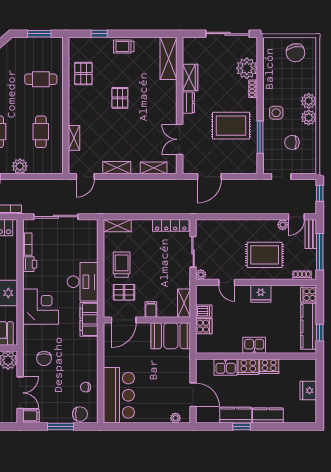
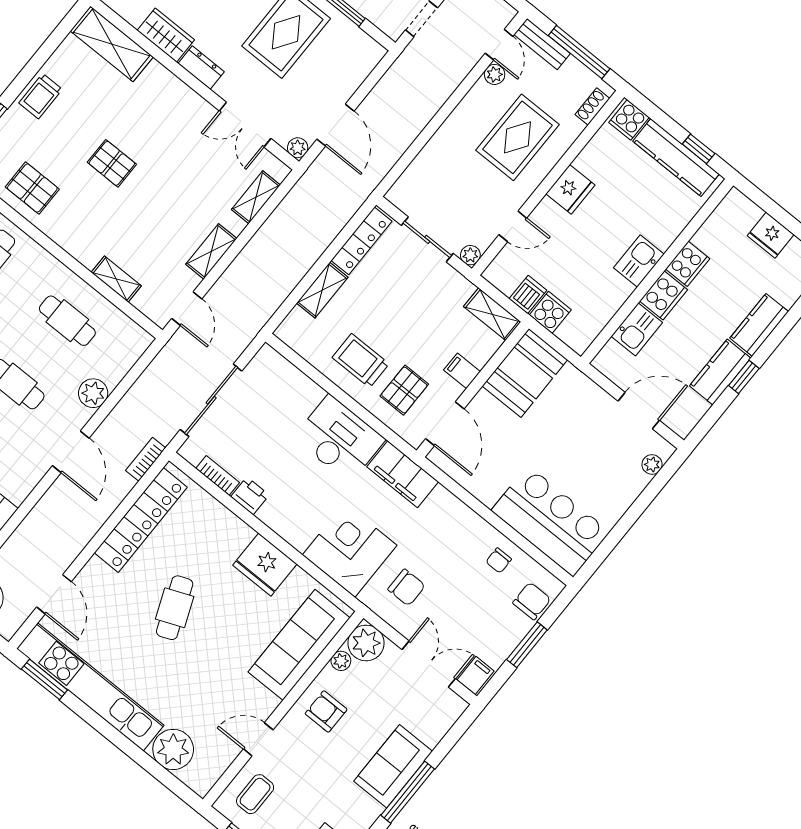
plant: (188, 169) -> (298, 148), added
shelving: (117, 226) -> (322, 290), moved
corner desk: (41, 307) -> (350, 550), moved

